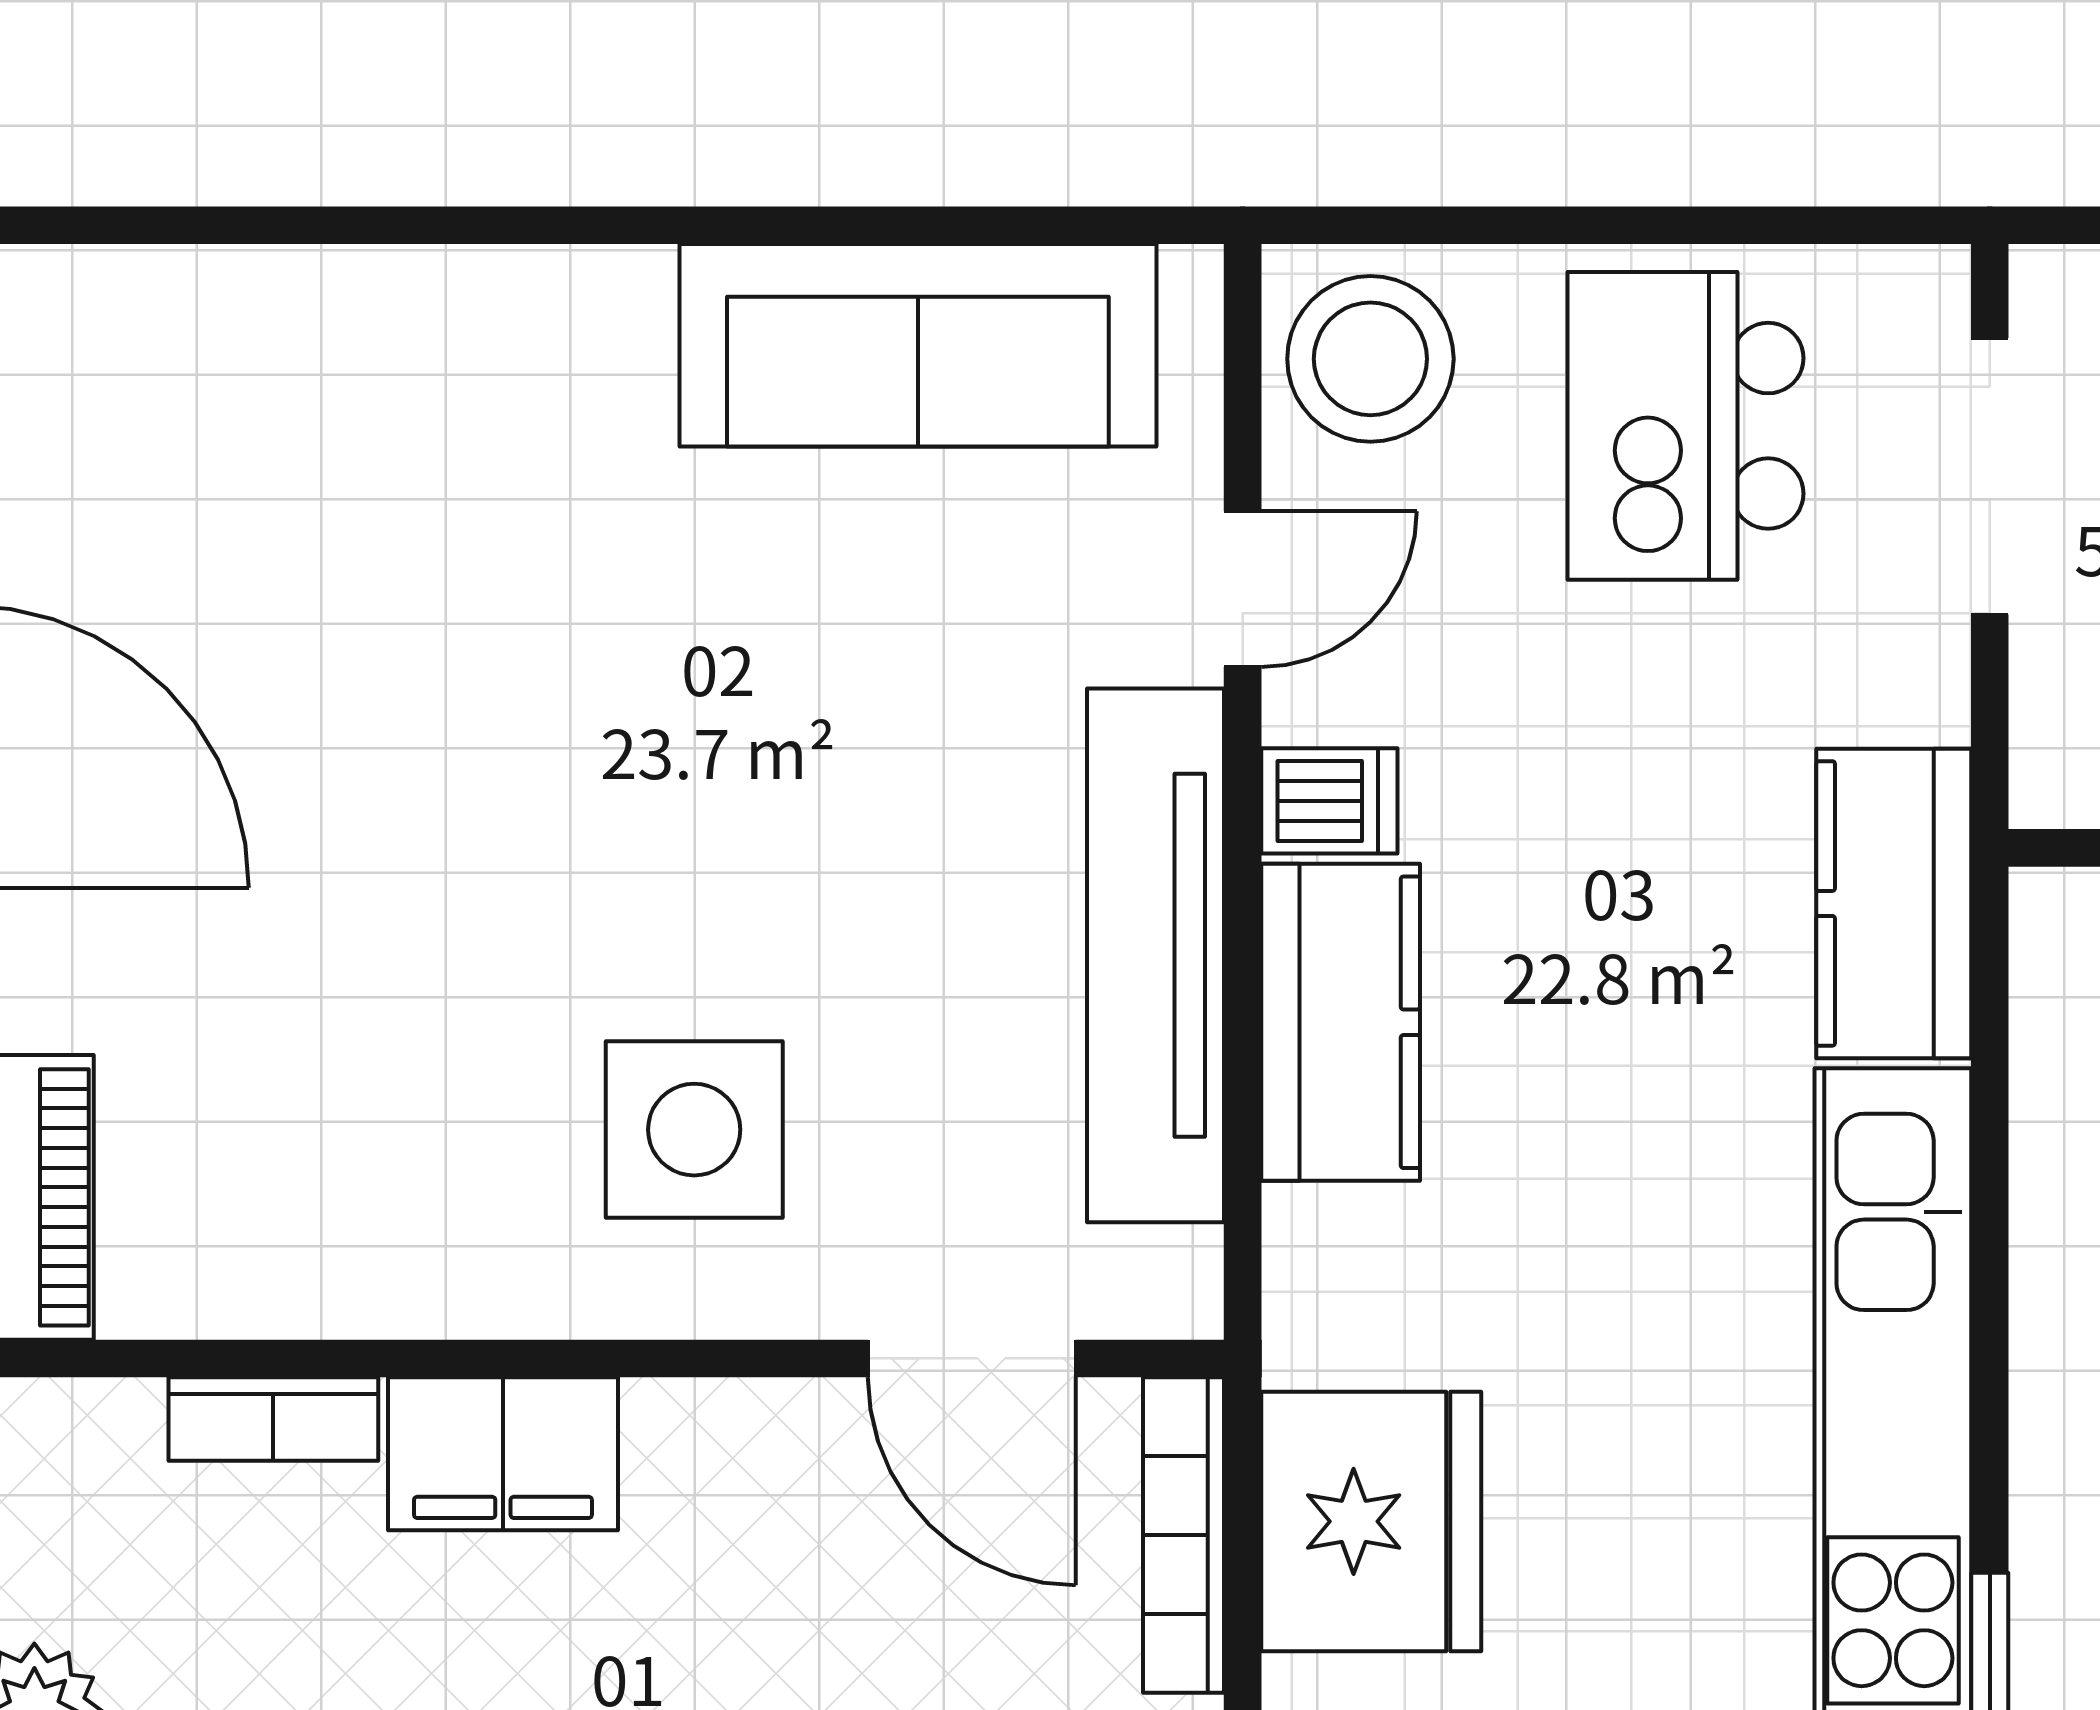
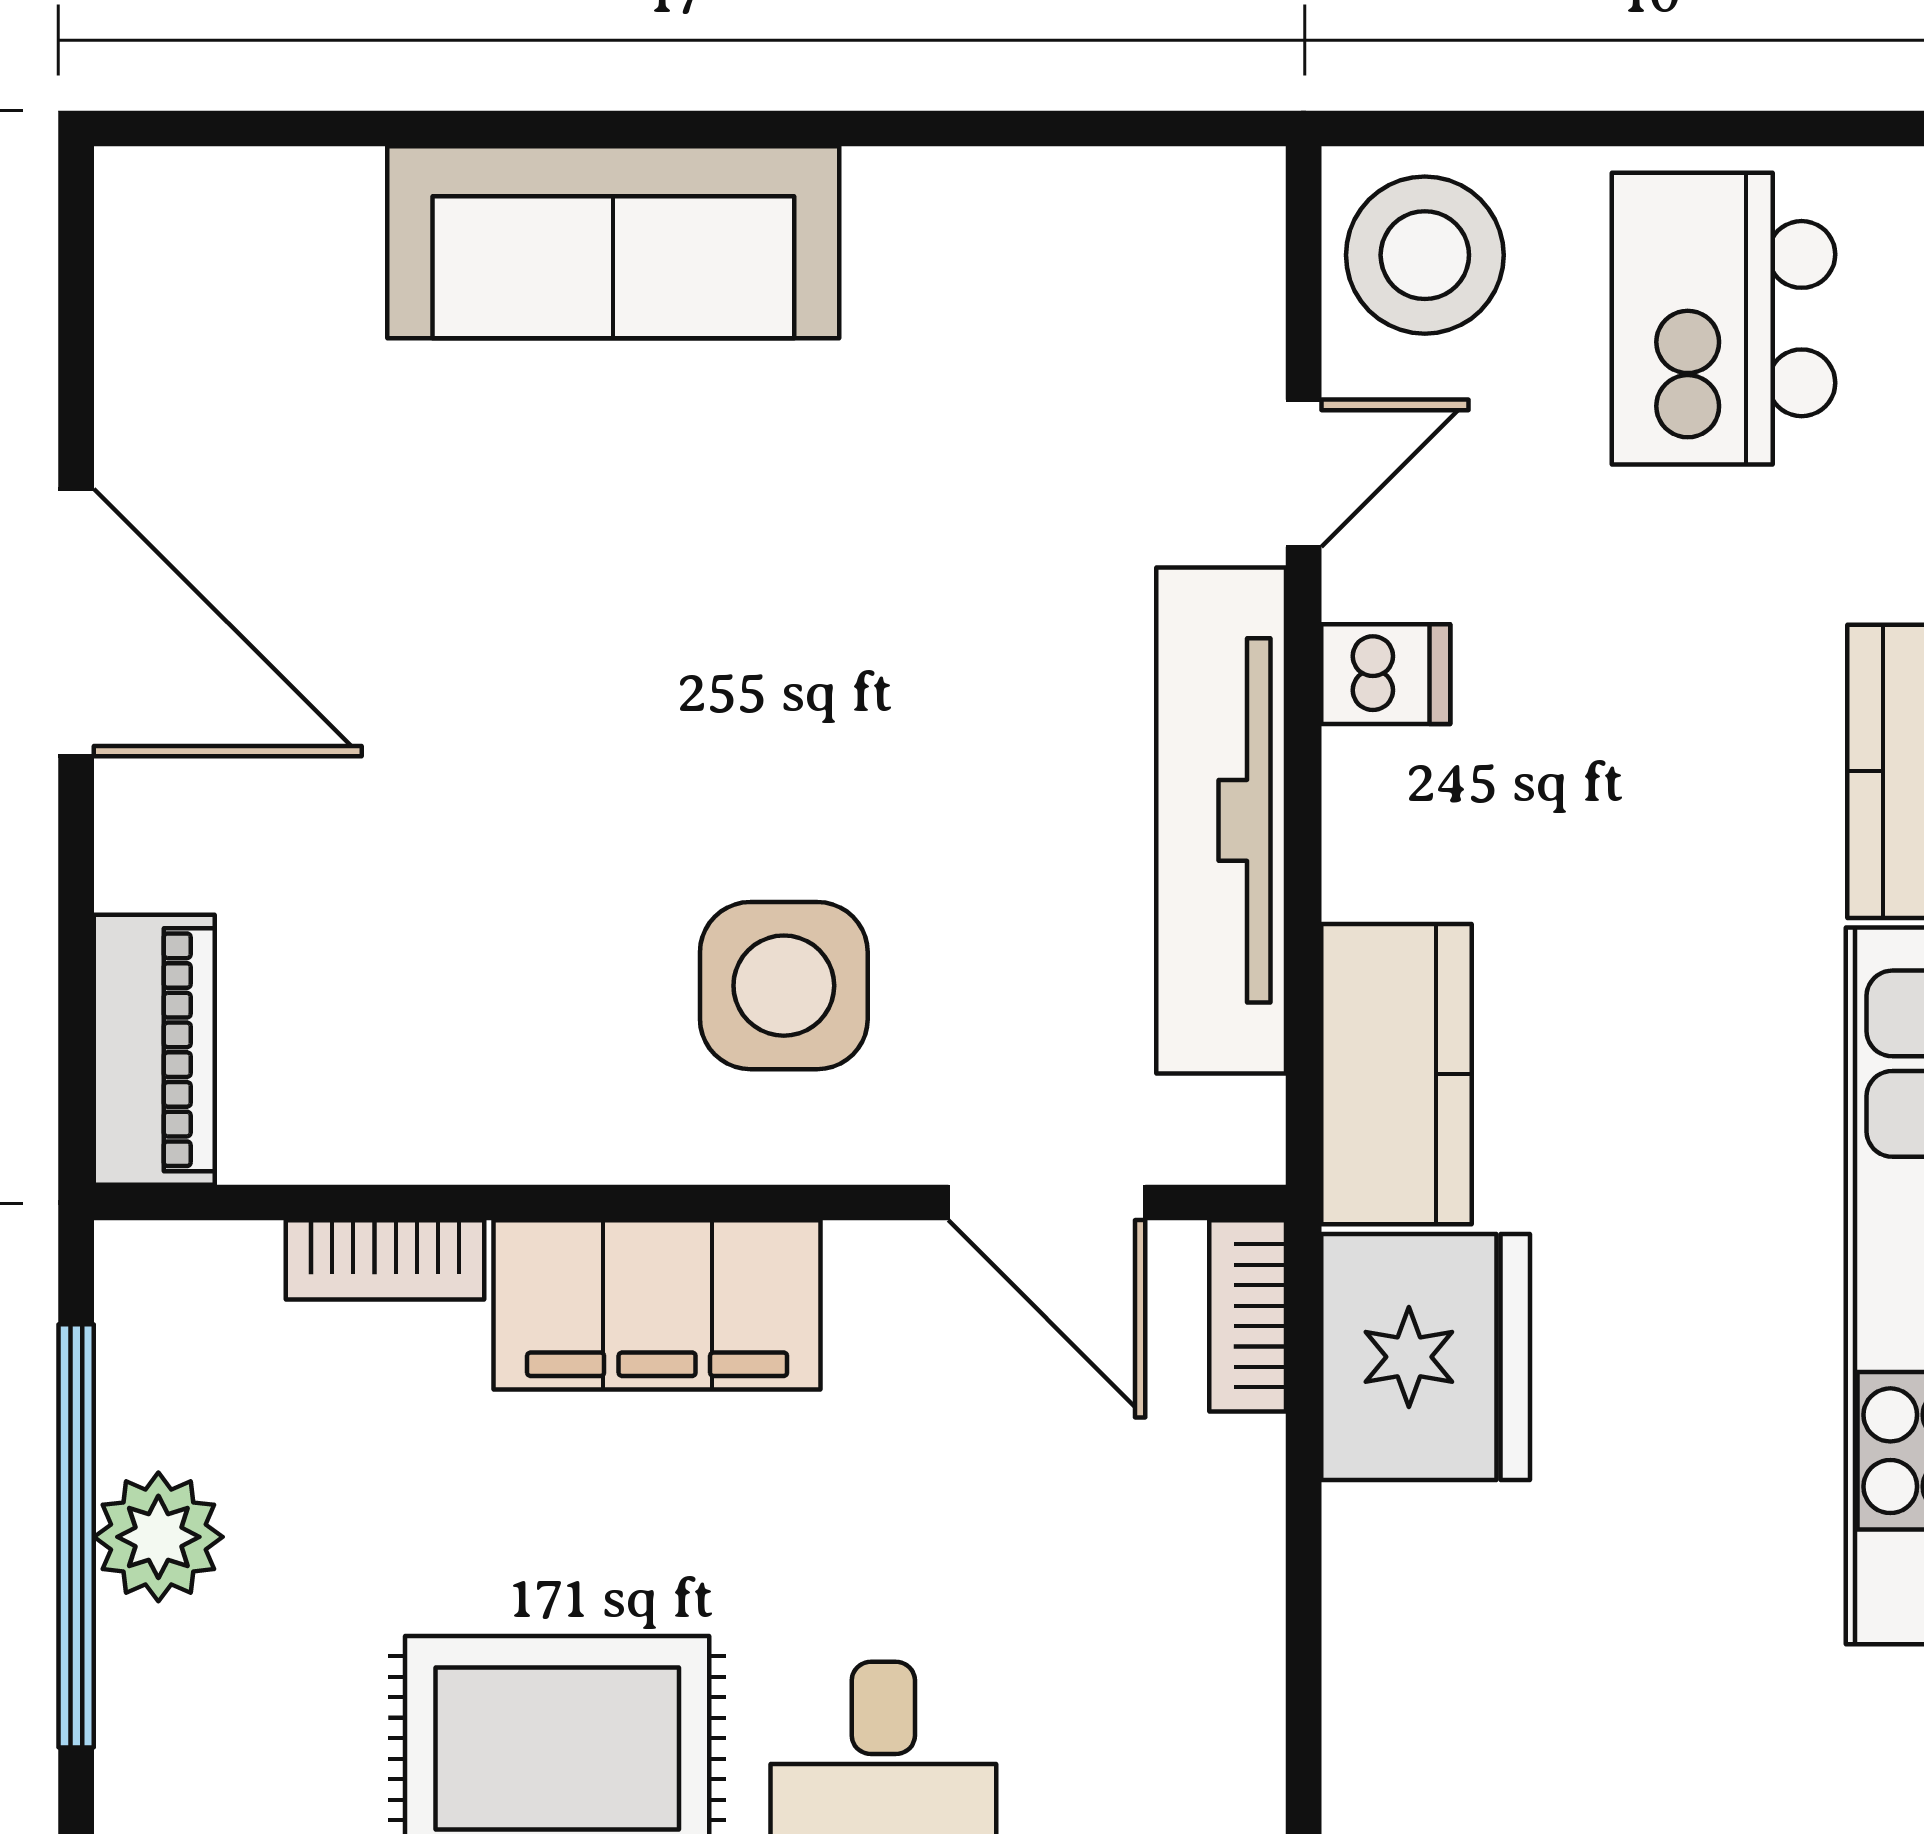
sofa: (918, 345) -> (613, 242), moved
kitchen counter: (1341, 1022) -> (1396, 1074), moved
filing cabinet: (503, 1454) -> (657, 1305), width x1.50, depth x1.17
bookcase: (1183, 1535) -> (1248, 1316), width x0.64

